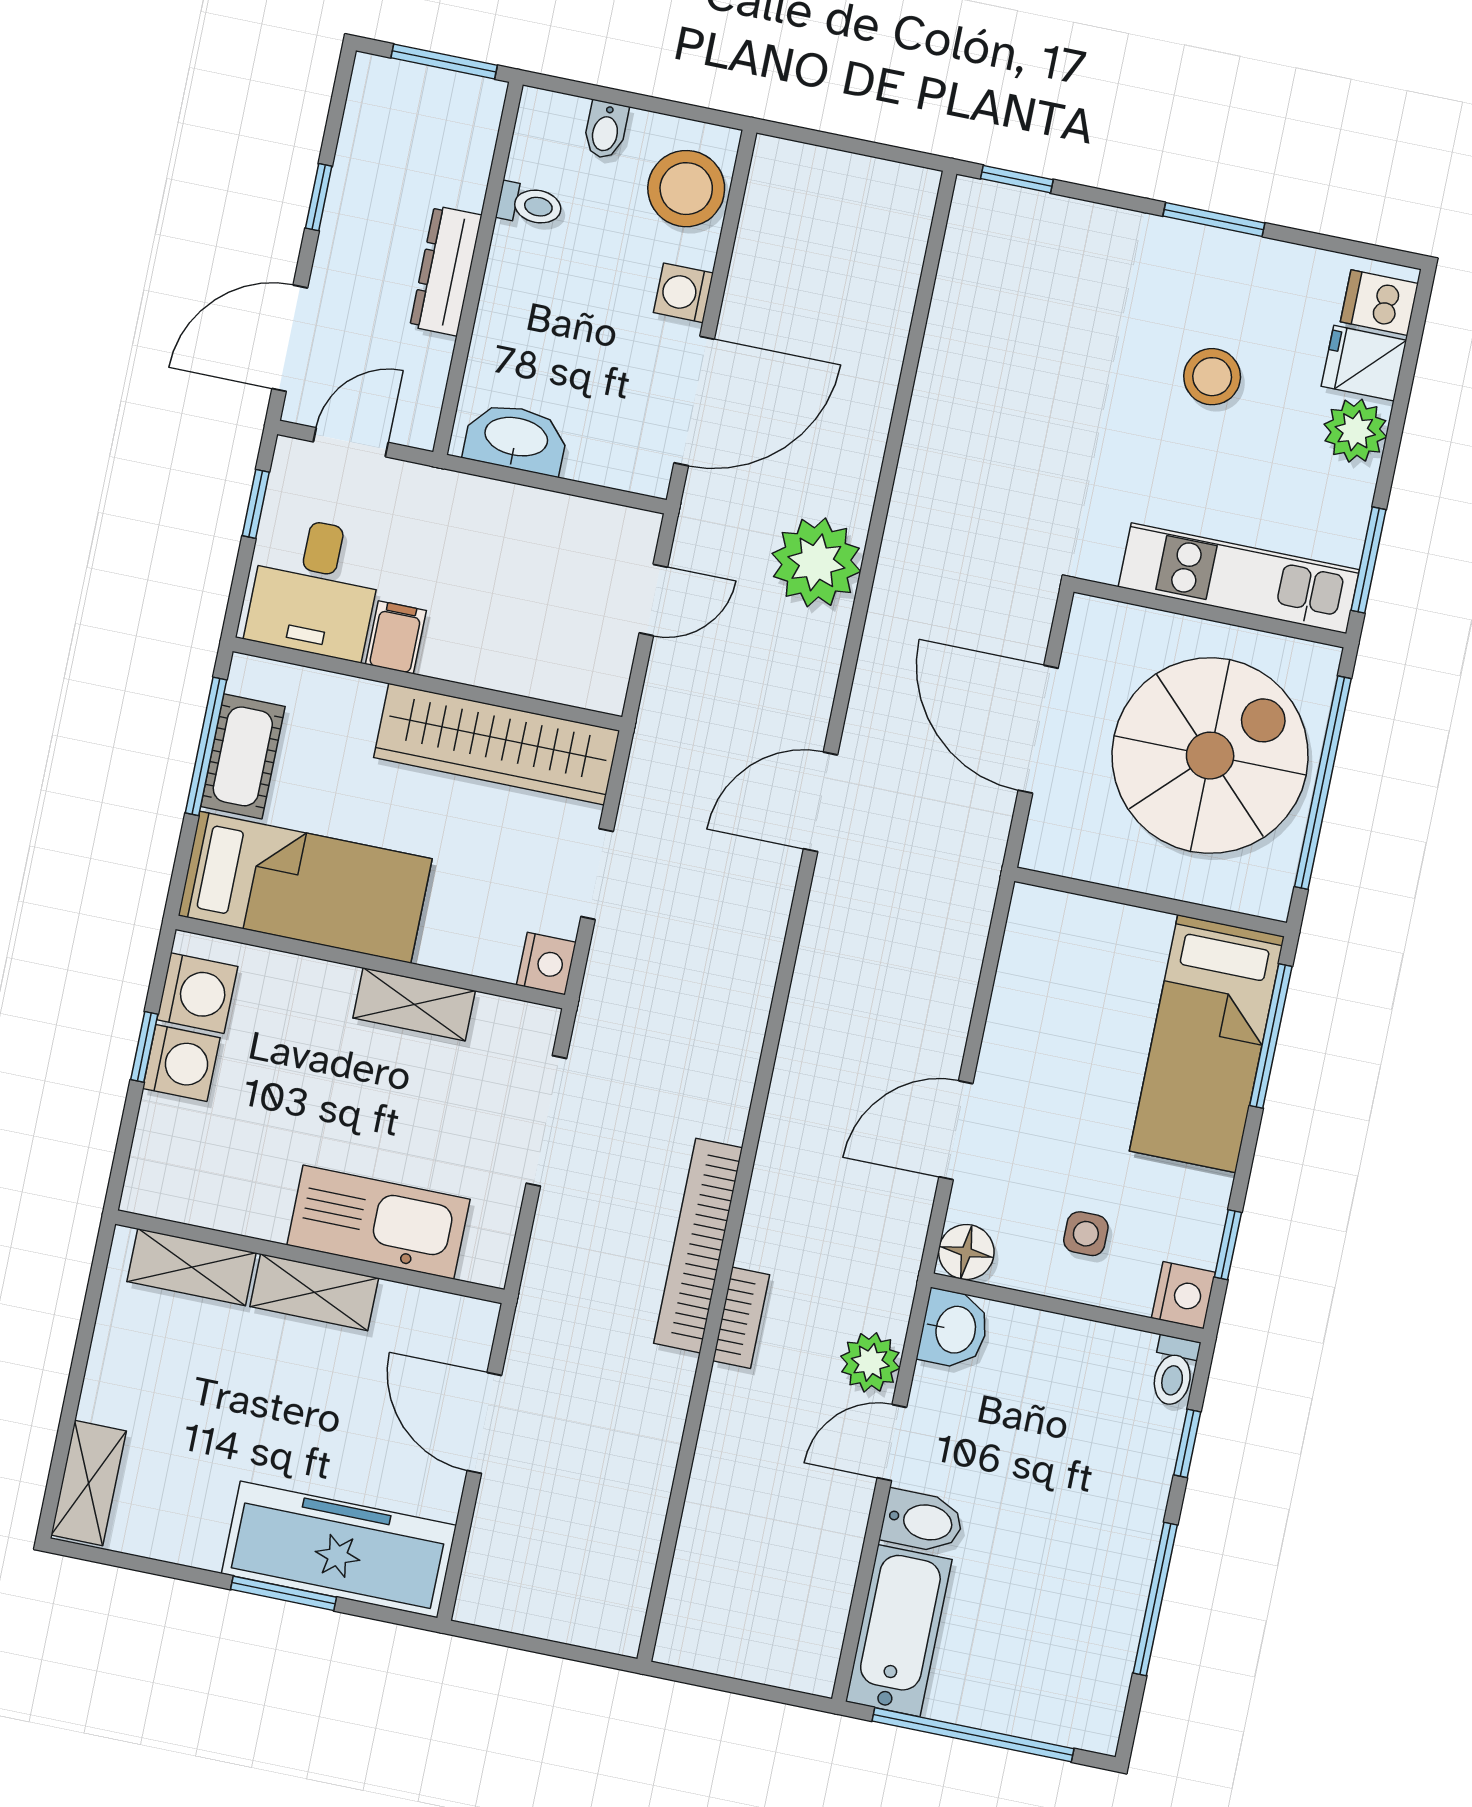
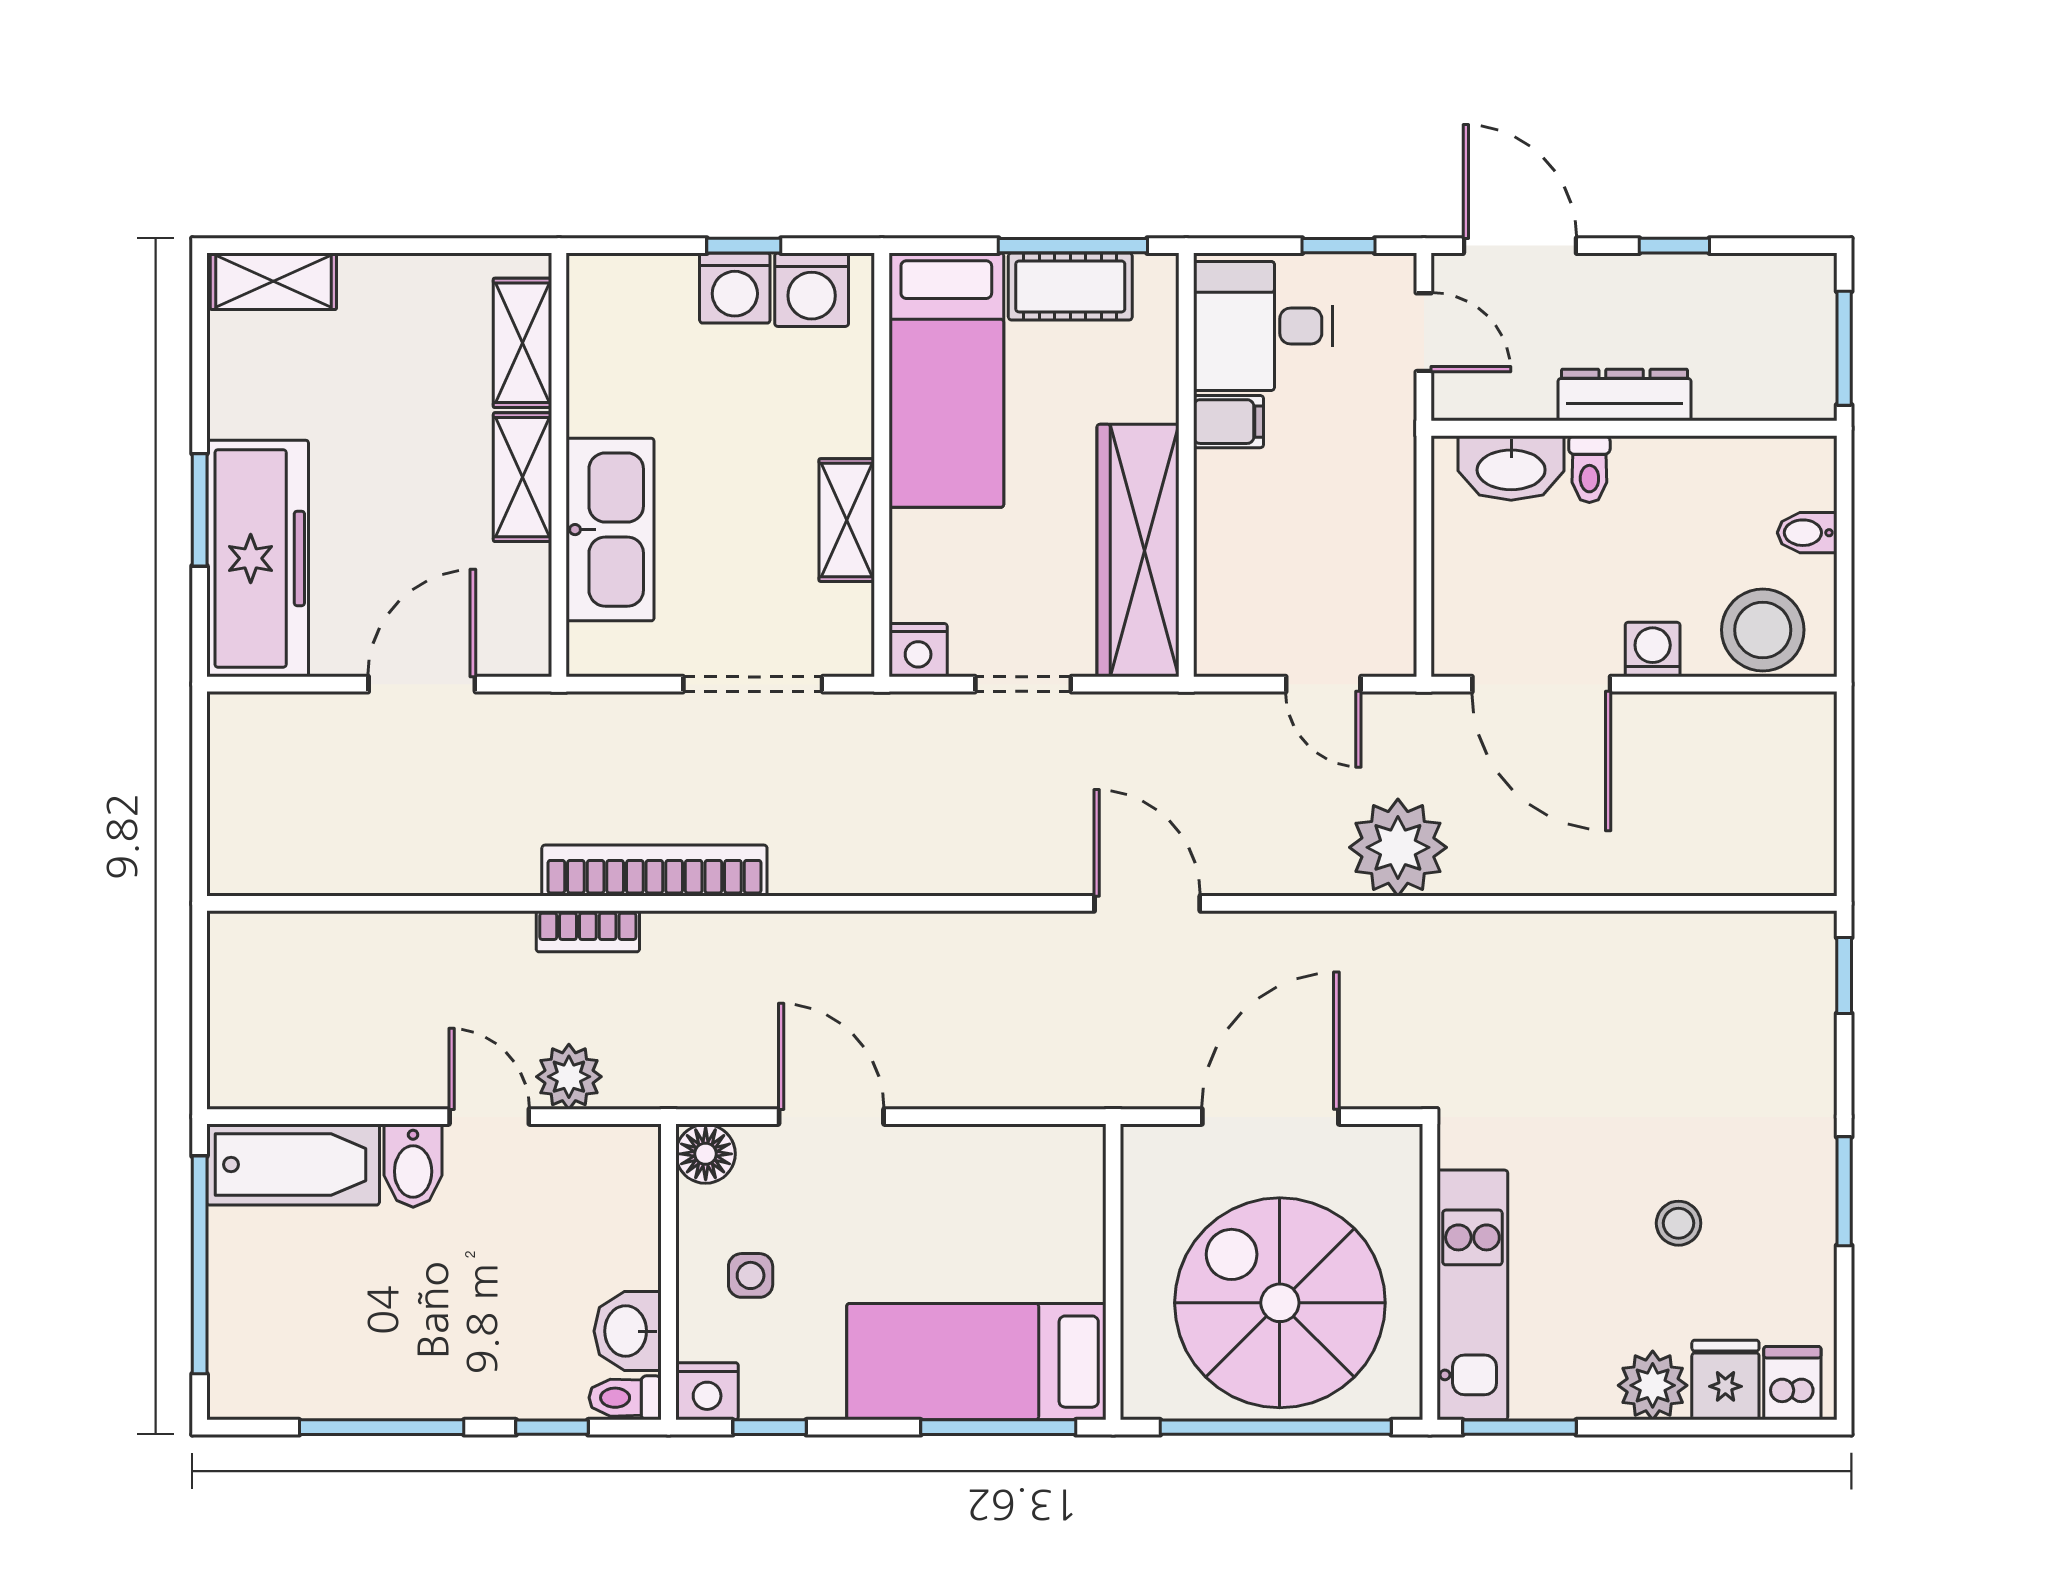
toilet: (530, 205) -> (1589, 469), moved
stool: (1212, 377) -> (1679, 1223), width x0.73, depth x0.73
washbasin: (516, 438) -> (1511, 468), moved, turned 90
spiral stairs: (1210, 756) -> (1280, 1303), turned 180
washbasin: (954, 1329) -> (628, 1331), moved, turned 90

